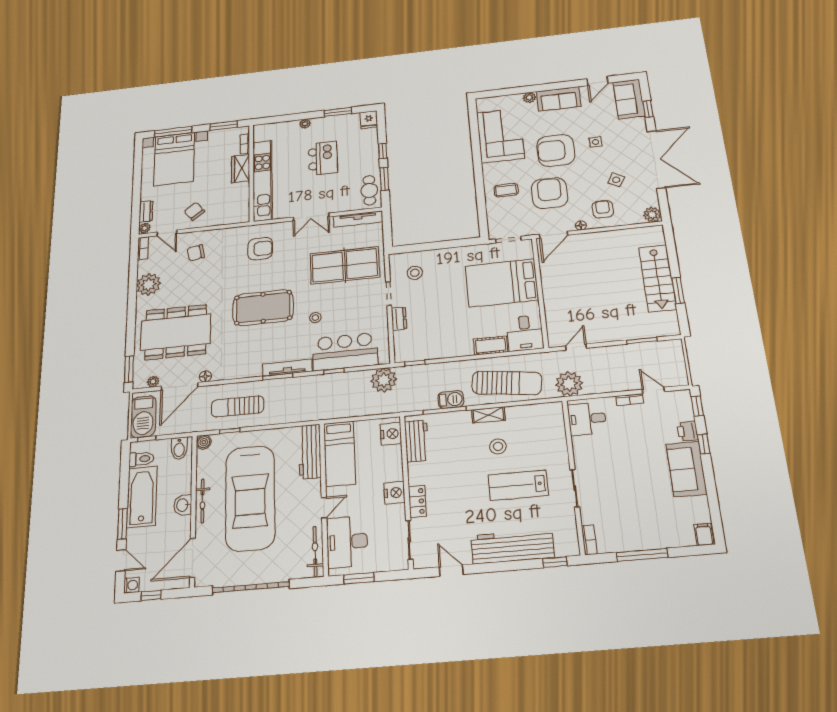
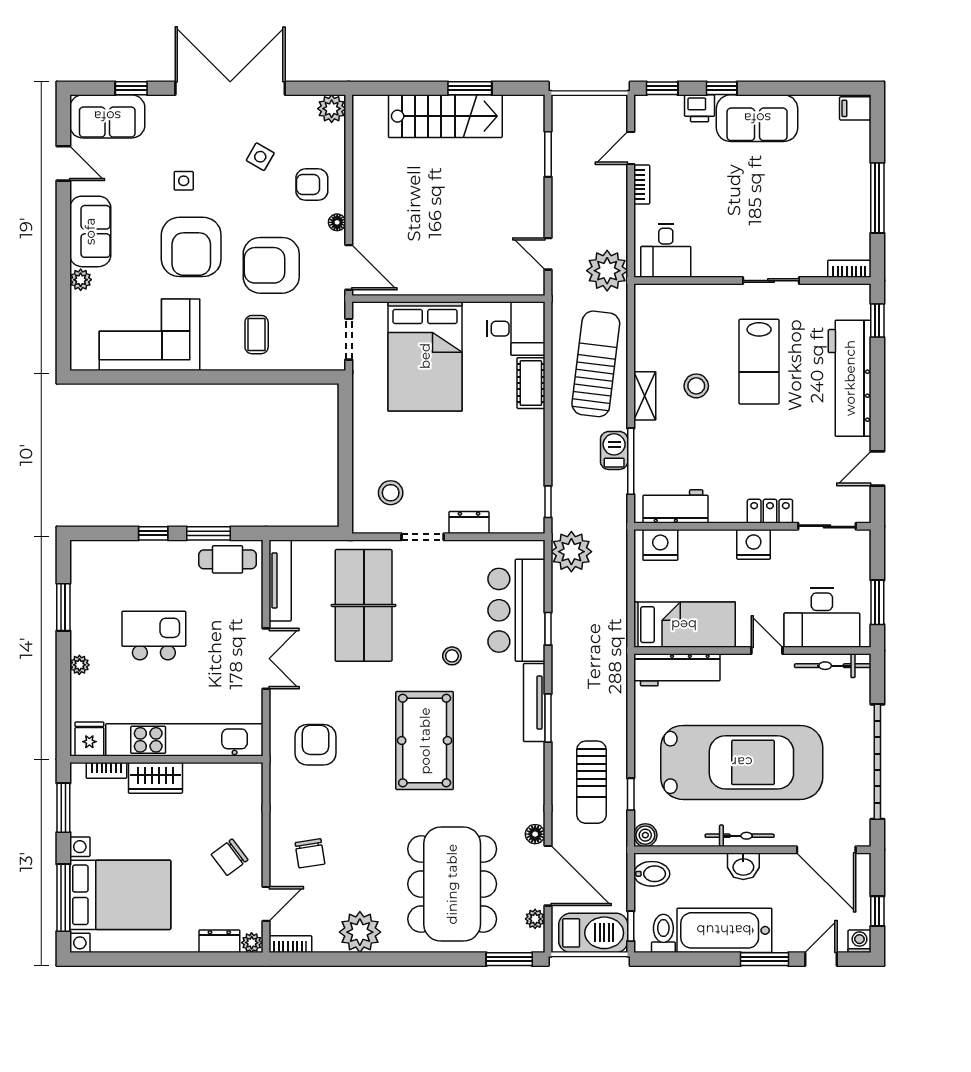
fridge: (369, 120) -> (89, 739), moved, turned -90

